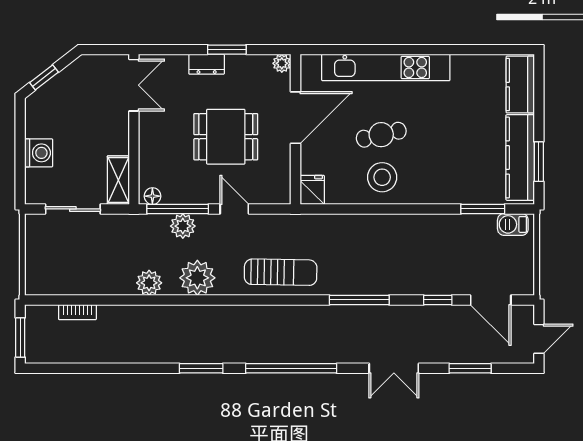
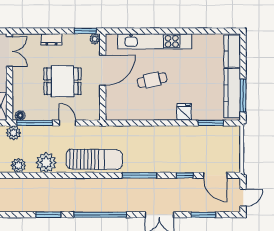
window: (227, 50) -> (85, 31), moved
window: (539, 162) -> (243, 96), width x1.44
stool: (382, 177) -> (153, 105), removed
fridge: (312, 190) -> (184, 112), moved
barbecue: (513, 224) -> (228, 132), removed
plant: (183, 226) -> (13, 133), moved
sun lounger: (281, 272) -> (94, 159), width x1.36, depth x1.34

